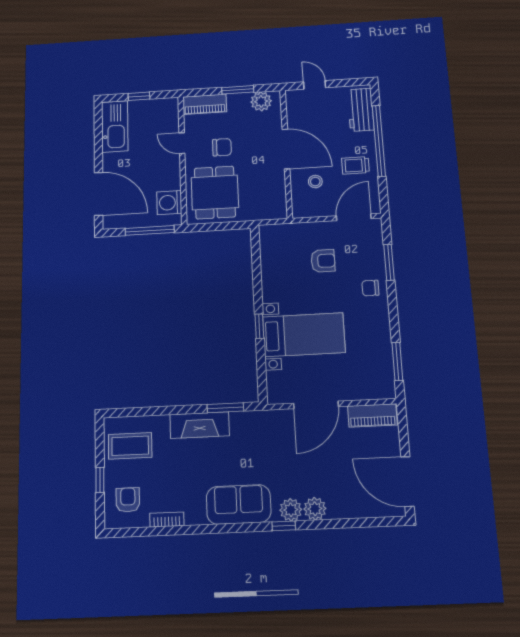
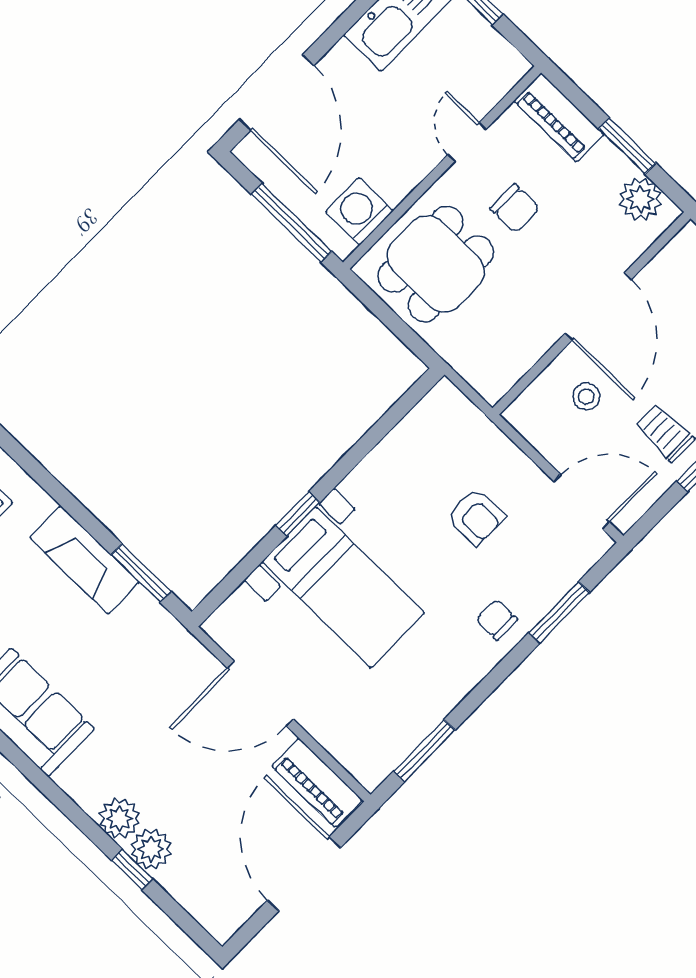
door: (407, 482) -> (304, 874), moved
plant: (291, 510) -> (151, 849), moved
window: (284, 526) -> (132, 870), moved

